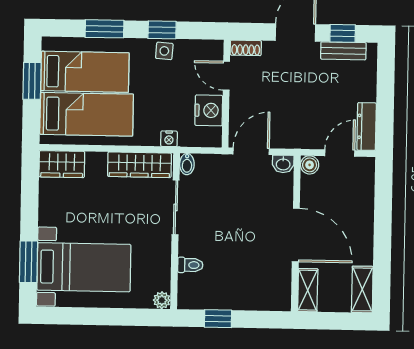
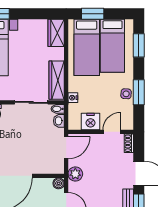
window: (105, 29) -> (139, 45), moved
window: (162, 30) -> (139, 92), width x1.50
window: (32, 81) -> (93, 14), moved
plant: (295, 137) -> (75, 174), added
door: (251, 151) -> (66, 148), hinge flipped
washbasin: (283, 164) -> (59, 121), moved

